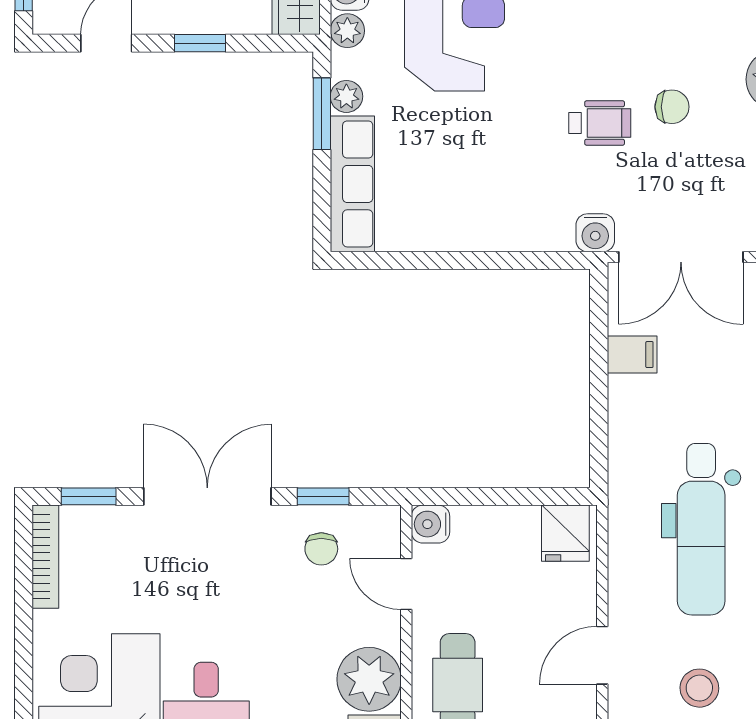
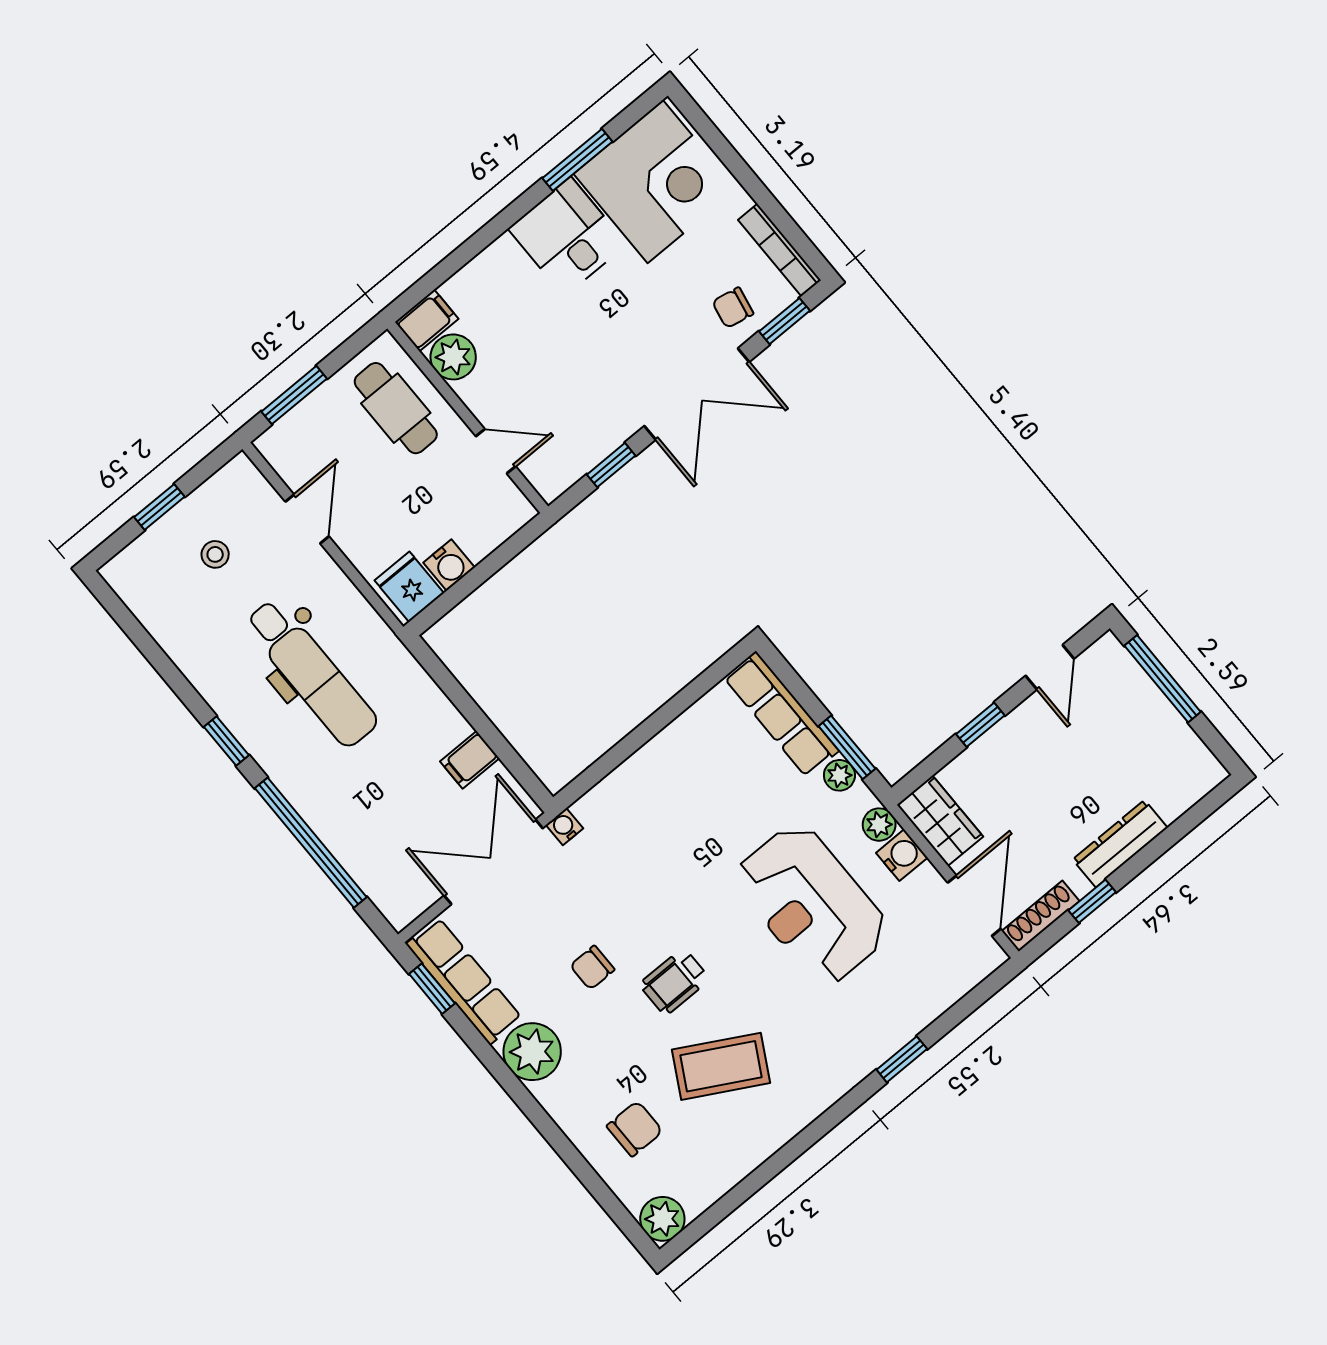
wheelchair: (600, 123) -> (674, 982), moved
water cooler: (595, 233) -> (565, 827), width x0.72, depth x0.72
water cooler: (430, 524) -> (449, 565), moved, turned 90
dental chair: (701, 529) -> (311, 673), turned 180
chair: (321, 549) -> (733, 308), moved, turned -79
plant: (369, 679) -> (453, 357), width x0.73, depth x0.73
stool: (699, 688) -> (215, 554), width x0.73, depth x0.73

